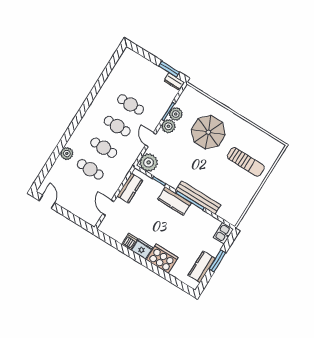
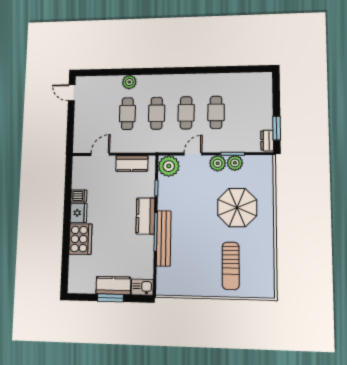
door: (47, 202) -> (72, 93), swing flipped
kitchen counter: (202, 267) -> (113, 285), moved

